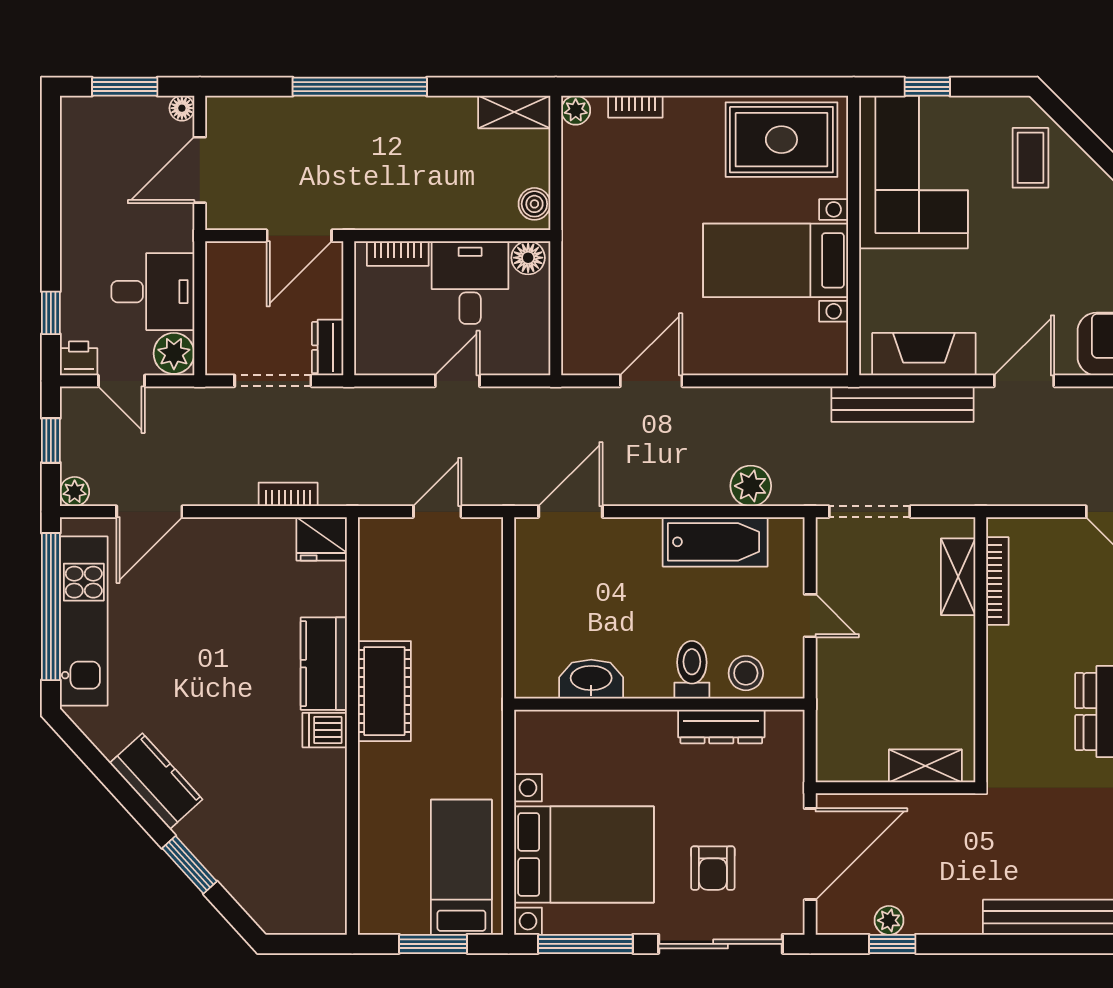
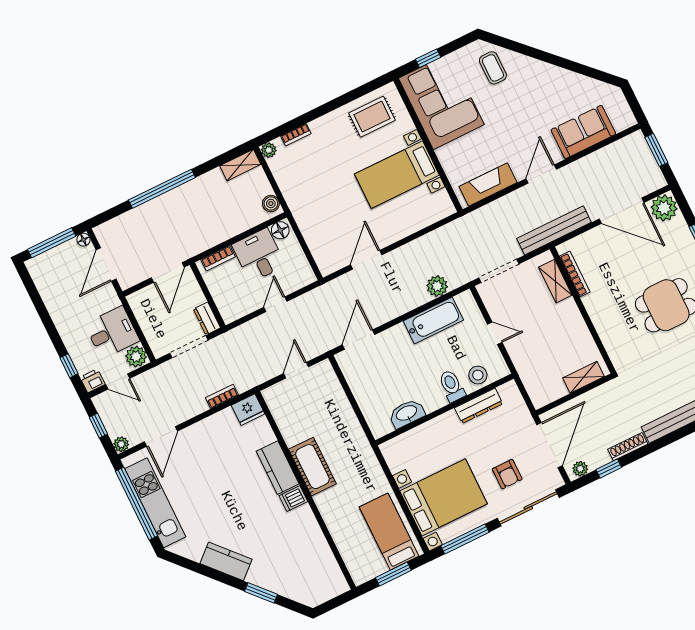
window: (125, 87) -> (52, 243), width x1.44
rug: (781, 140) -> (372, 117), width x0.73, depth x0.70
bench: (903, 404) -> (554, 230), moved
plant: (889, 920) -> (580, 469), moved
shoe rack: (943, 922) -> (628, 447), added

